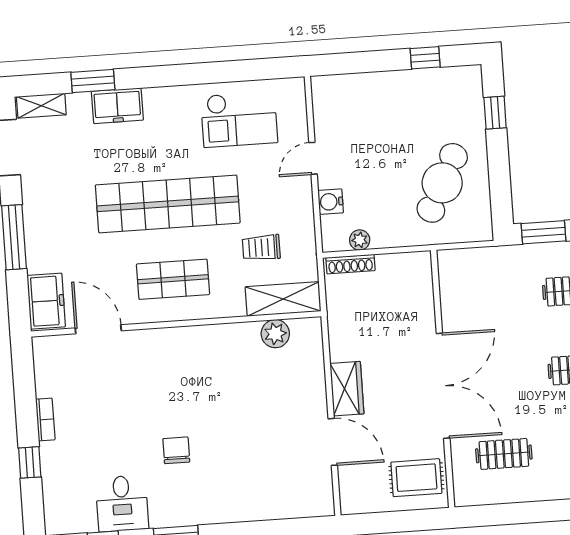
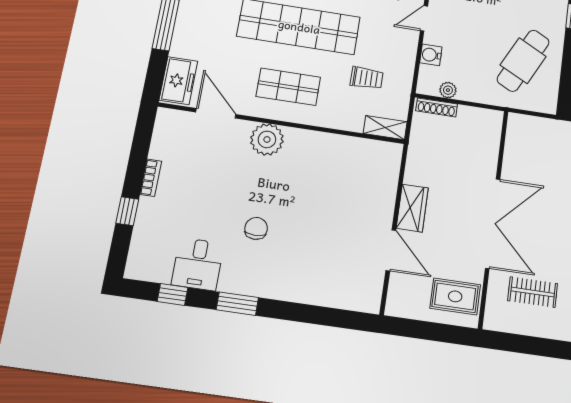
trolley: (261, 248) -> (367, 78), turned 180
shelving: (283, 299) -> (385, 128), width x0.67, depth x0.75
plant: (275, 334) -> (267, 139), moved, width x1.36, depth x1.36

